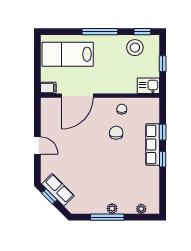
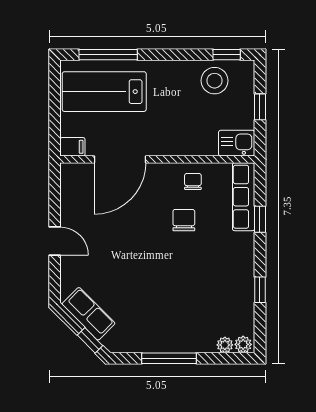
window: (100, 32) -> (108, 55), moved
row of seats: (153, 144) -> (244, 197), moved
window: (163, 159) -> (260, 290), moved
window: (49, 196) -> (90, 340), moved
plant: (112, 209) -> (243, 344), moved

